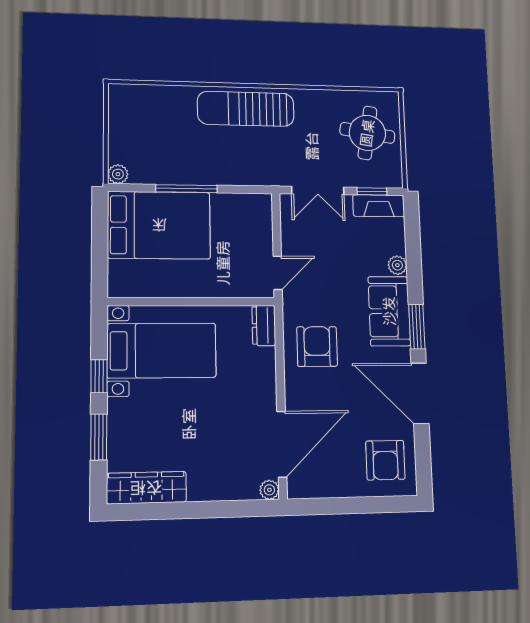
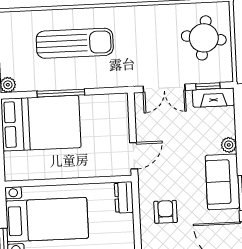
sun lounger: (246, 109) -> (75, 43), moved, turned 180
armchair: (317, 347) -> (166, 212), width x0.72, depth x0.72

